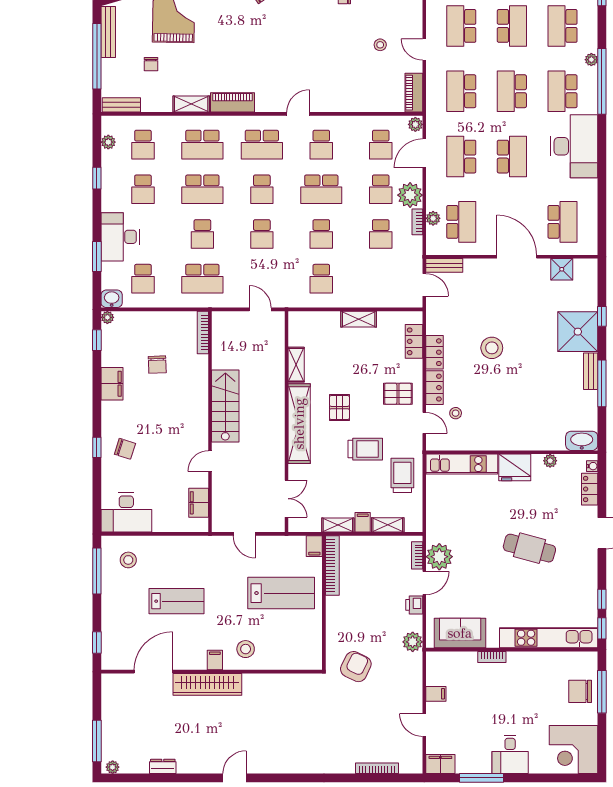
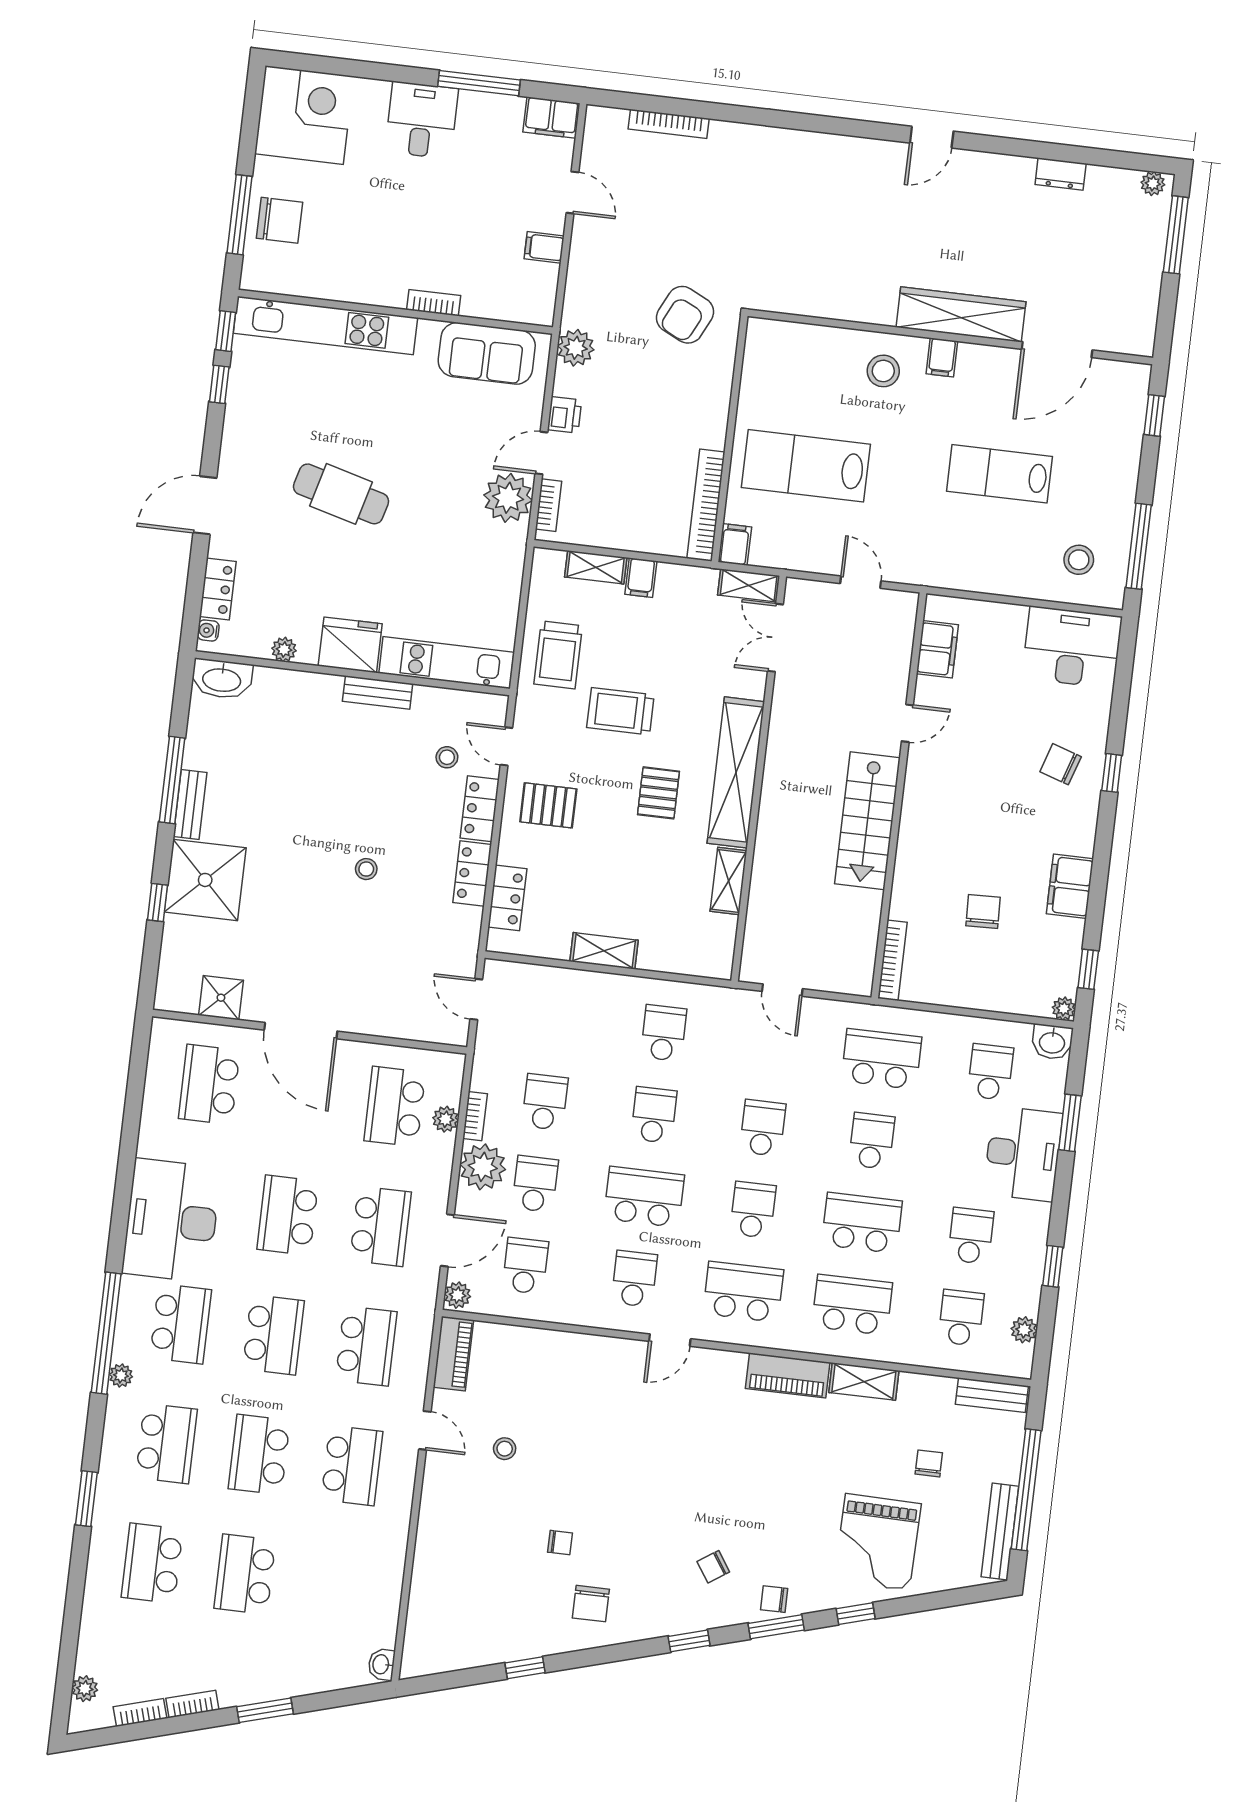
bench: (444, 265) -> (378, 692), moved
stool: (492, 348) -> (366, 869), width x0.53, depth x0.53
shelving: (338, 525) -> (749, 585), moved

